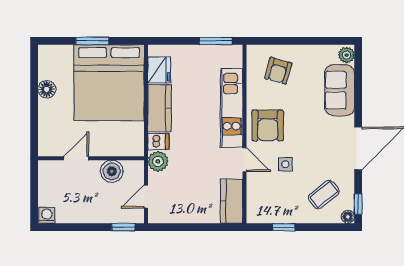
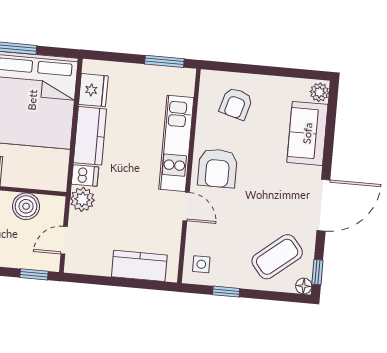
side table: (285, 164) -> (201, 264), moved
coffee table: (324, 195) -> (277, 257), width x1.36, depth x1.30
kitchen counter: (232, 201) -> (139, 266), moved, turned 90

